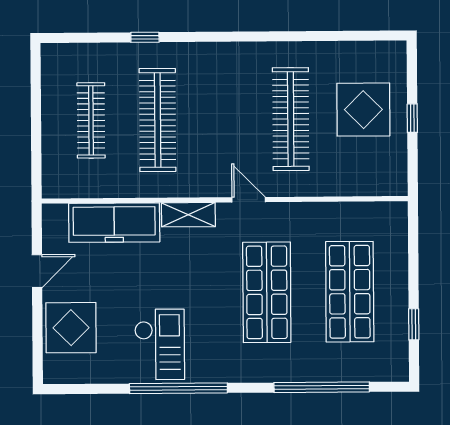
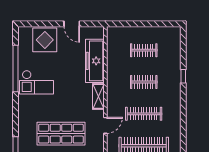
clothes rail: (91, 120) -> (144, 50), width x0.73
clothes rail: (158, 120) -> (144, 82), width x0.54, depth x0.76
clothes rail: (224, 120) -> (144, 114), added
window: (178, 388) -> (15, 68), moved

